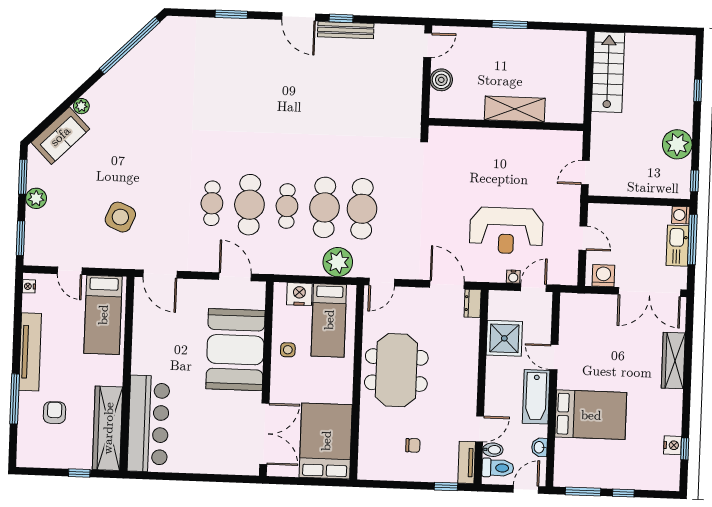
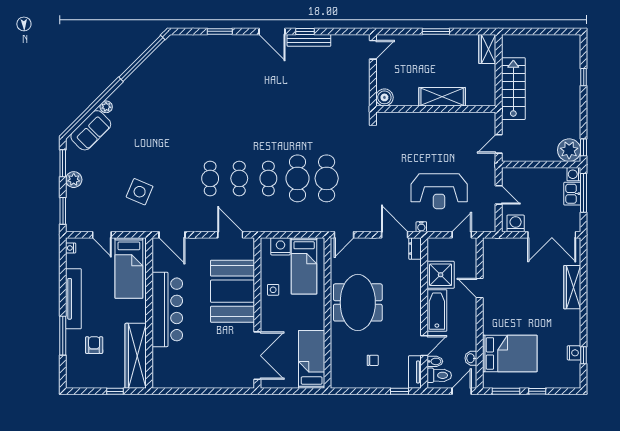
wardrobe: (575, 50) -> (487, 49), added
stairs: (608, 72) -> (513, 89), moved
boiler: (441, 80) -> (384, 97), moved
plant: (677, 144) -> (569, 150), moved
cafe table: (249, 205) -> (239, 178), width x0.73, depth x0.74
kitchen sink: (678, 246) -> (572, 194), width x0.73
plant: (338, 262) -> (309, 220), removed
water cooler: (513, 277) -> (421, 227), moved
bathtub: (536, 397) -> (437, 310), moved, turned 180
bed: (591, 415) -> (510, 353), moved
bar counter: (148, 424) -> (167, 309), moved
bed: (326, 441) -> (312, 359), width x0.67

